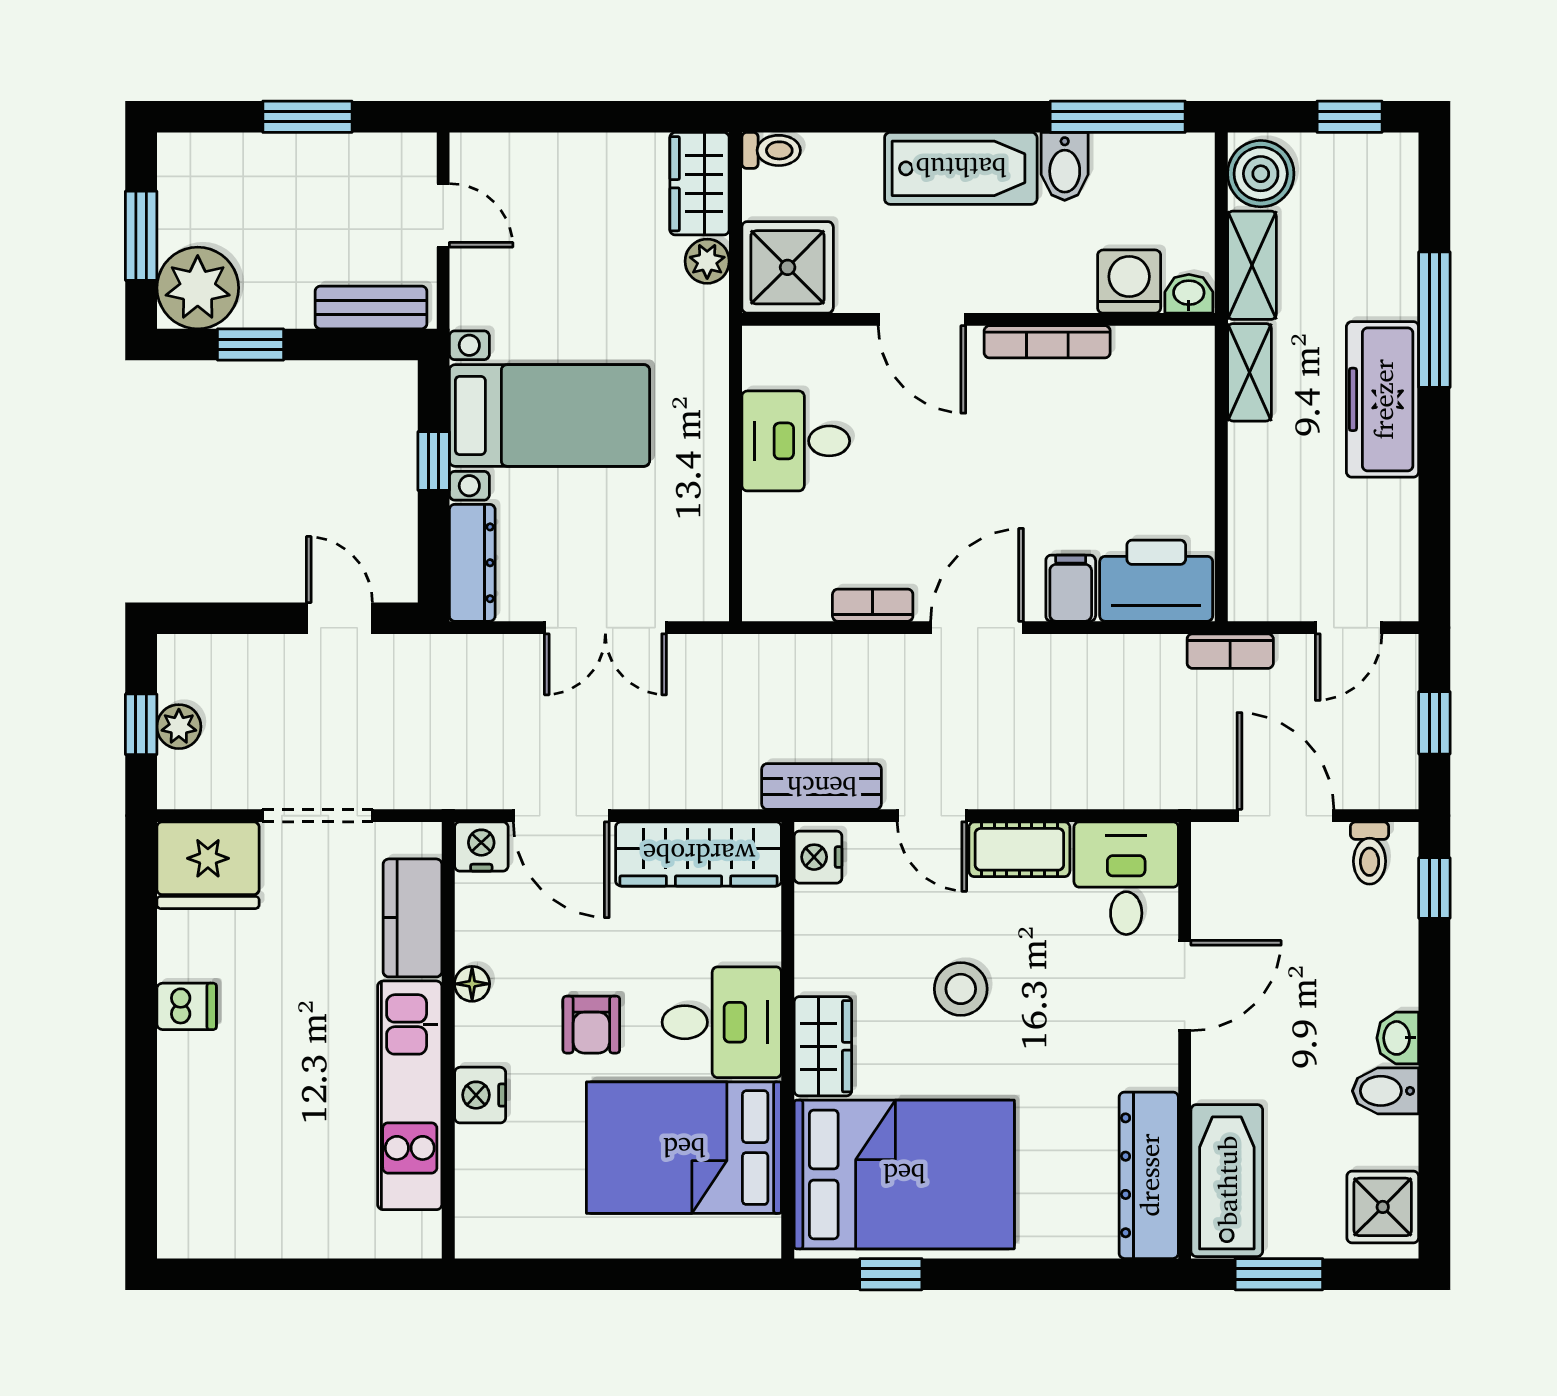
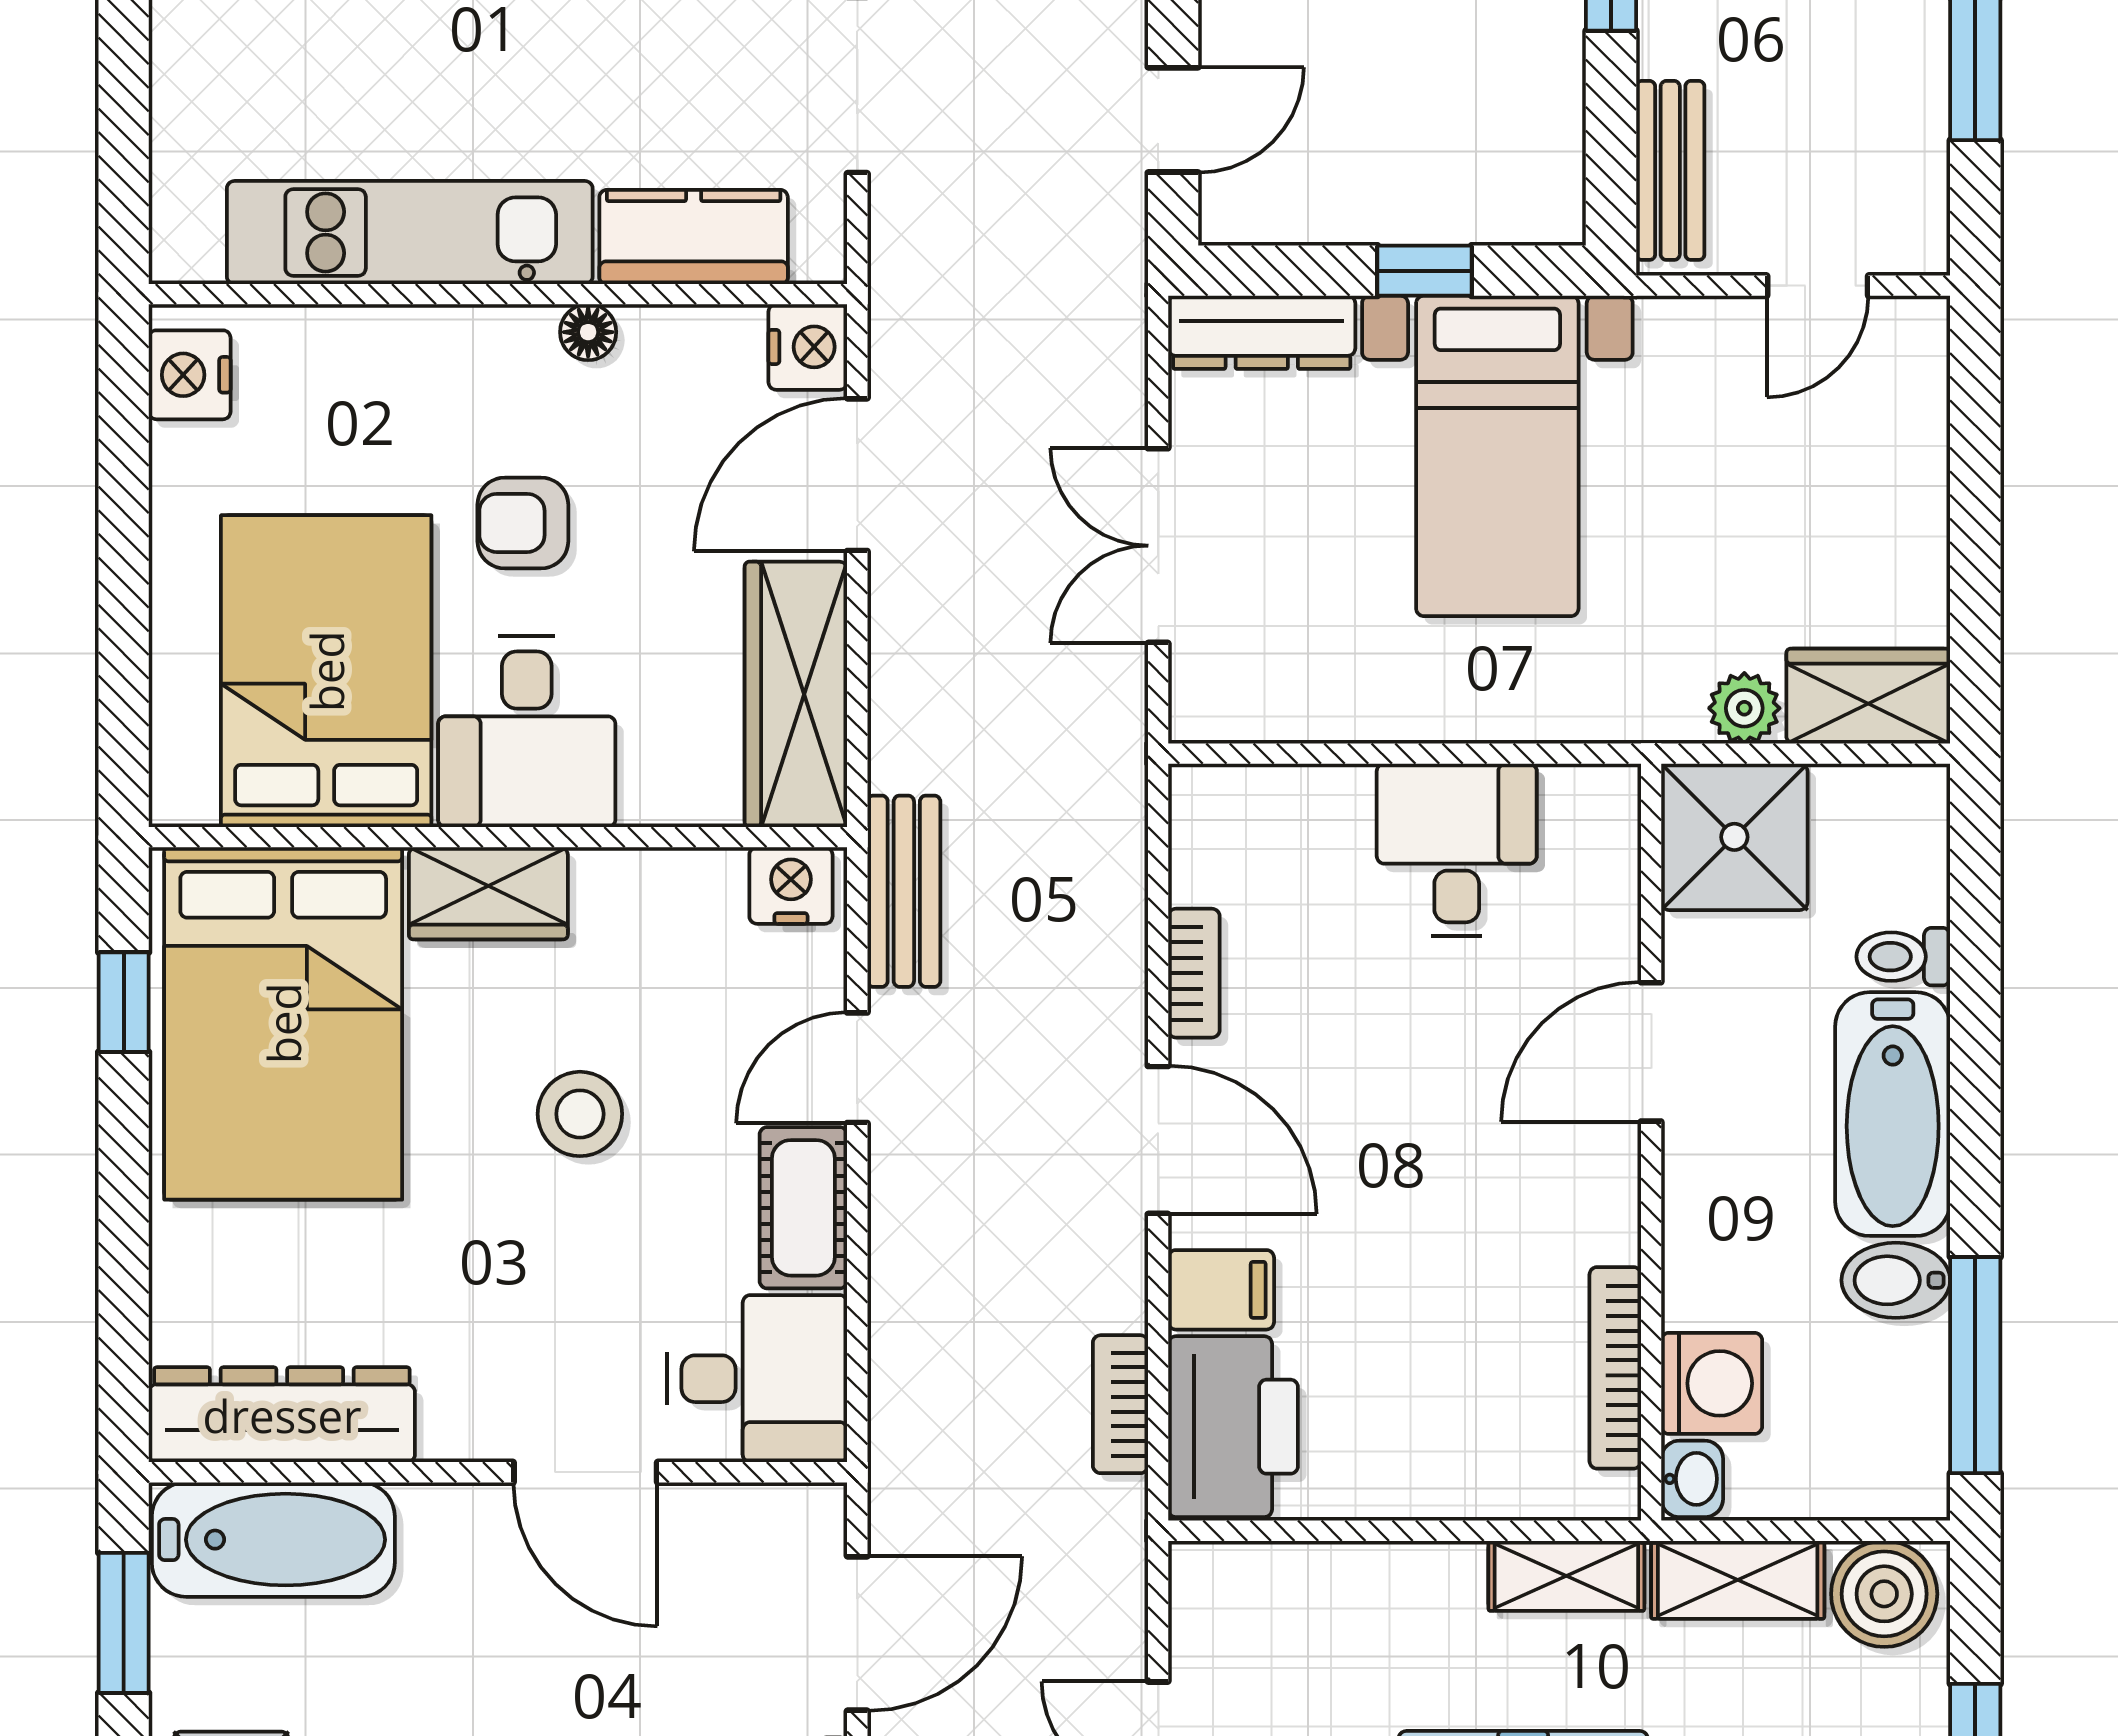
toilet: (771, 150) -> (1903, 957), moved, turned 90
bookcase: (1047, 342) -> (1615, 1368), moved
bookcase: (1230, 651) -> (1120, 1404), moved
nightstand: (480, 1095) -> (190, 375), moved, turned -90

